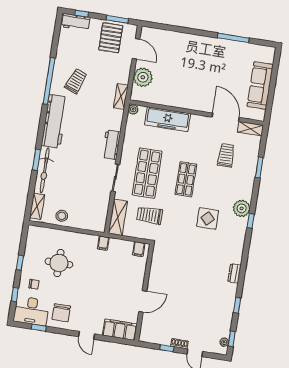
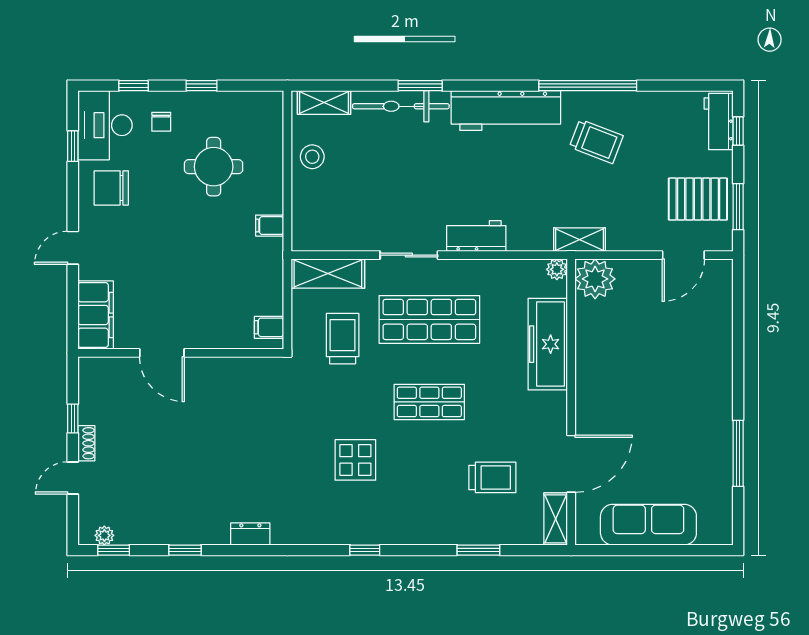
plant: (143, 77) -> (595, 279), moved
plant: (242, 208) -> (387, 527), removed
filing cabinet: (103, 243) -> (270, 226), moved

